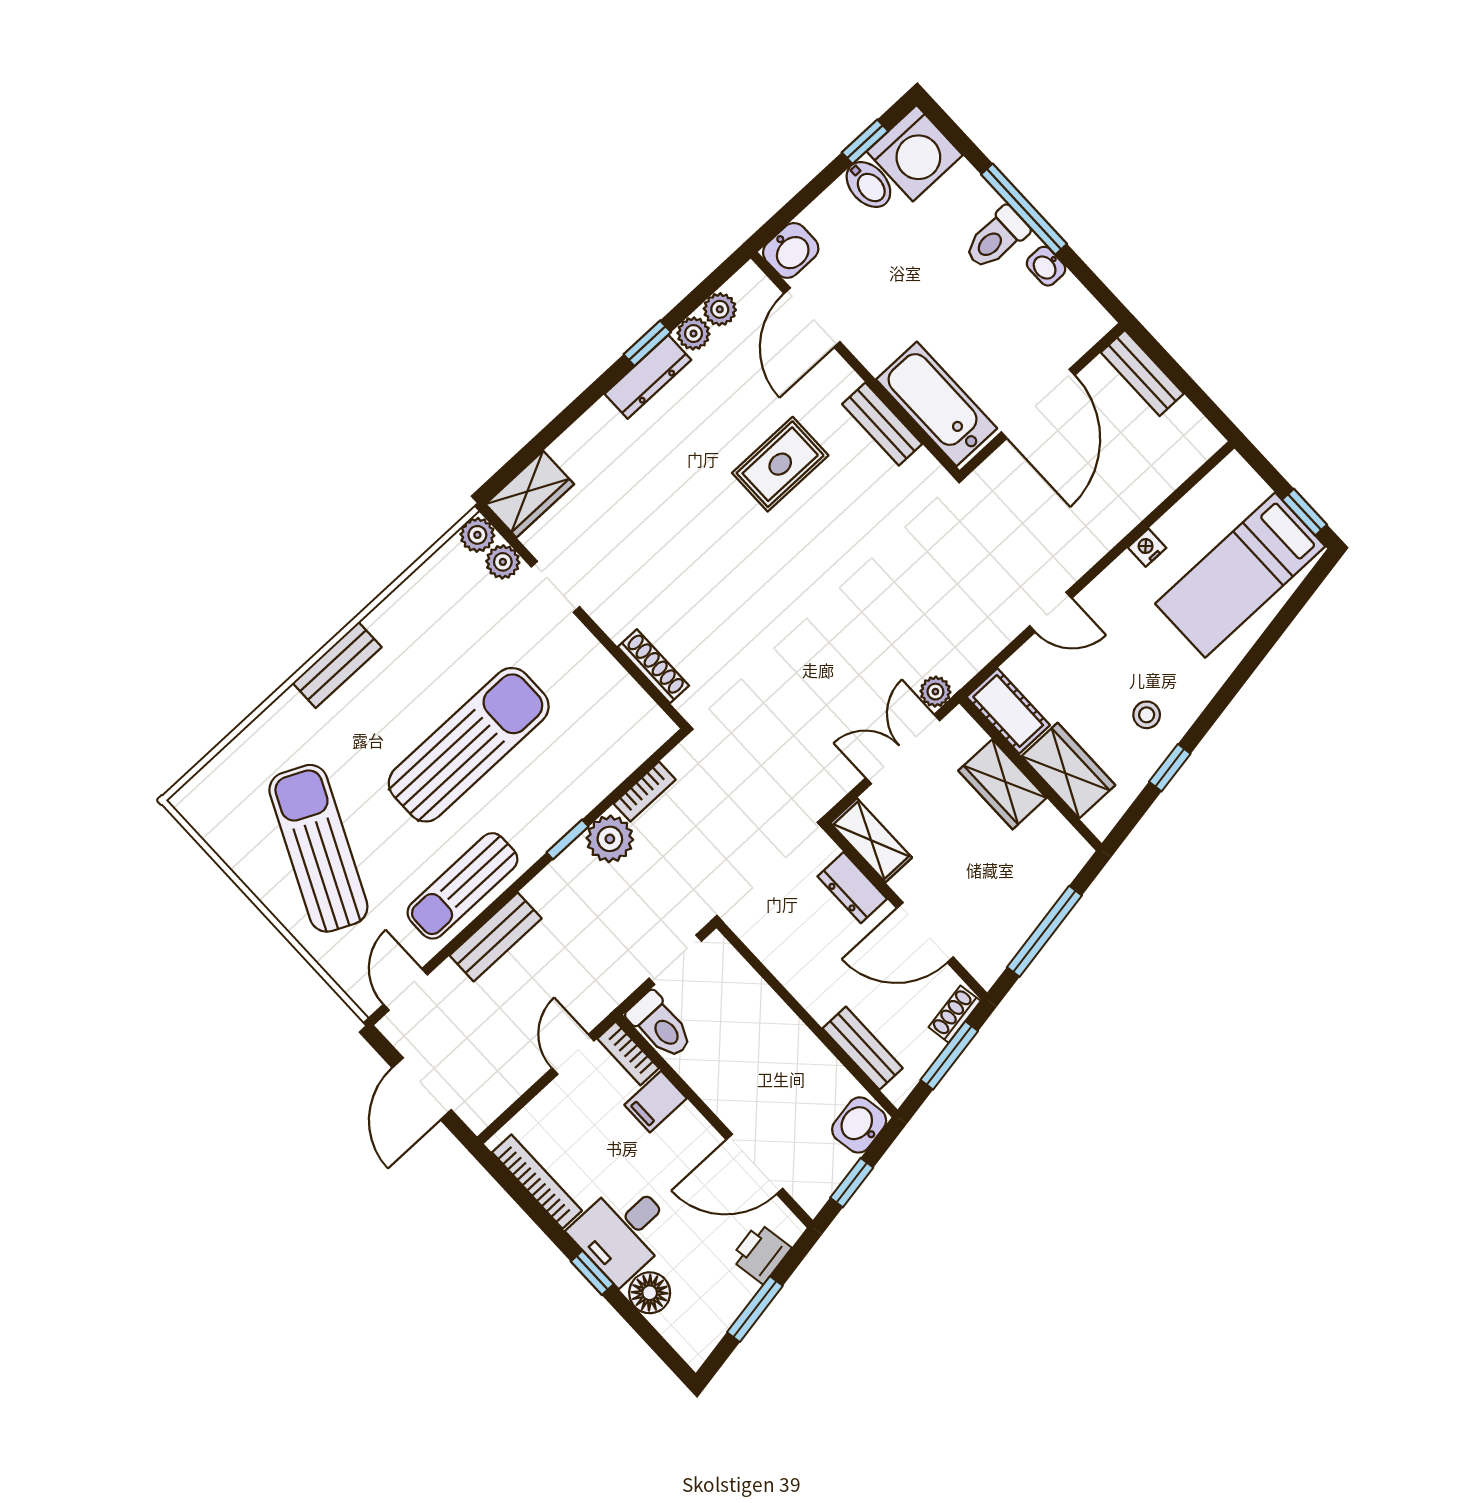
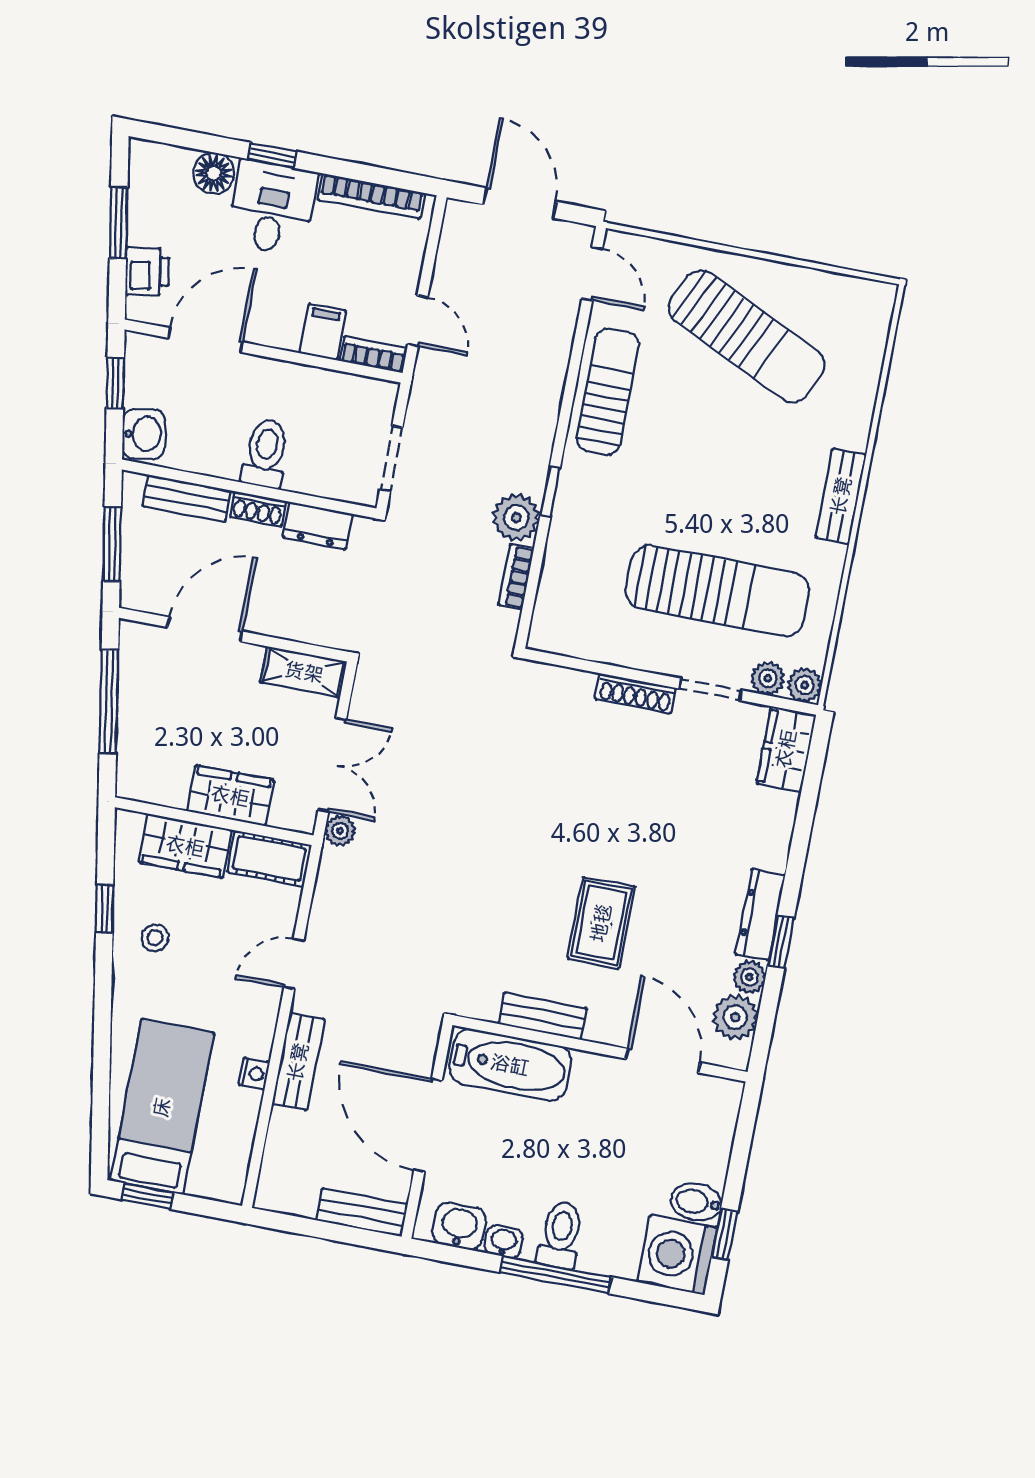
washbasin: (791, 250) -> (459, 1226), moved, turned 90
plant: (720, 309) -> (735, 1017), width x1.38, depth x1.38
shoe rack: (653, 666) -> (636, 693), moved
sun lounger: (469, 745) -> (717, 591), moved, turned -90
dresser: (852, 888) -> (318, 526), moved, turned 180
bench: (496, 937) -> (298, 1062), moved
shoe rack: (955, 1014) -> (258, 509), moved, turned 100
toilet: (660, 1025) -> (266, 453), moved, turned 90

